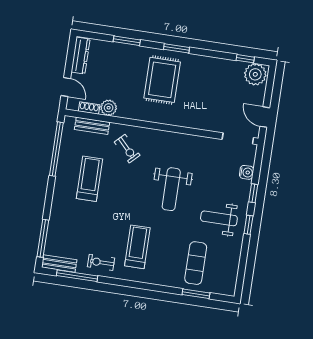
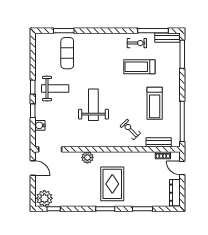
plant: (109, 108) -> (87, 157), moved
treadmill: (137, 247) -> (139, 67), moved, turned 90

